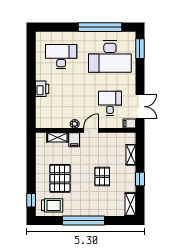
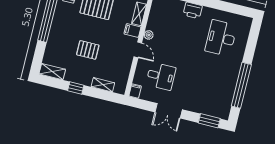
desk: (61, 57) -> (221, 38), turned 180
desk: (110, 57) -> (209, 88), removed
double door: (140, 107) -> (169, 111), moved

